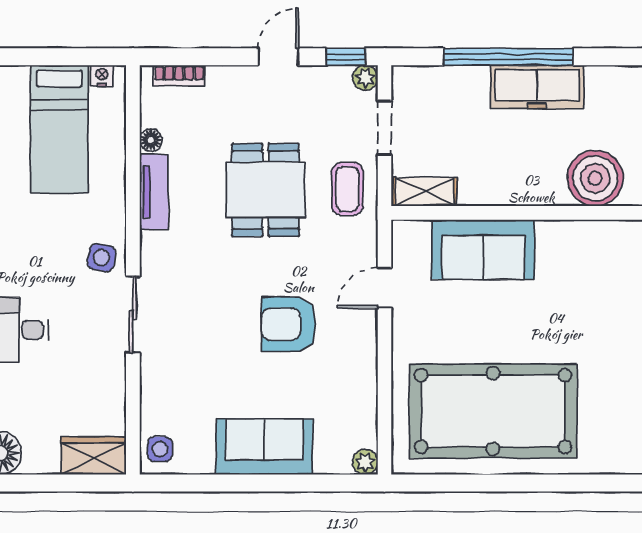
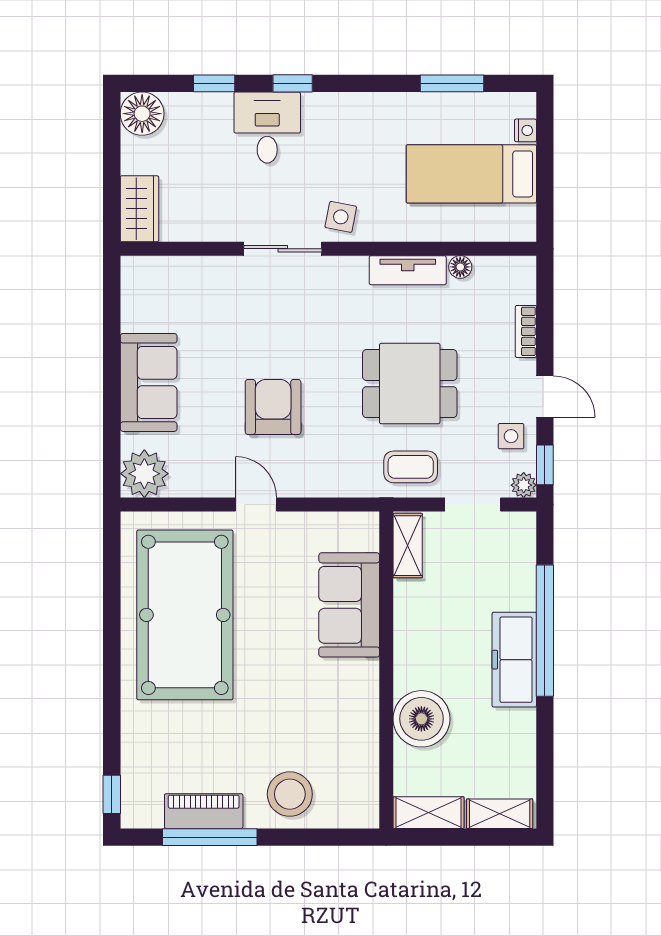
nightstand: (102, 76) -> (526, 130), moved
bookcase: (179, 76) -> (526, 331), moved
door: (384, 288) -> (256, 505), moved
side table: (160, 449) -> (511, 436), moved
plant: (365, 462) -> (144, 474), width x1.88, depth x1.88

